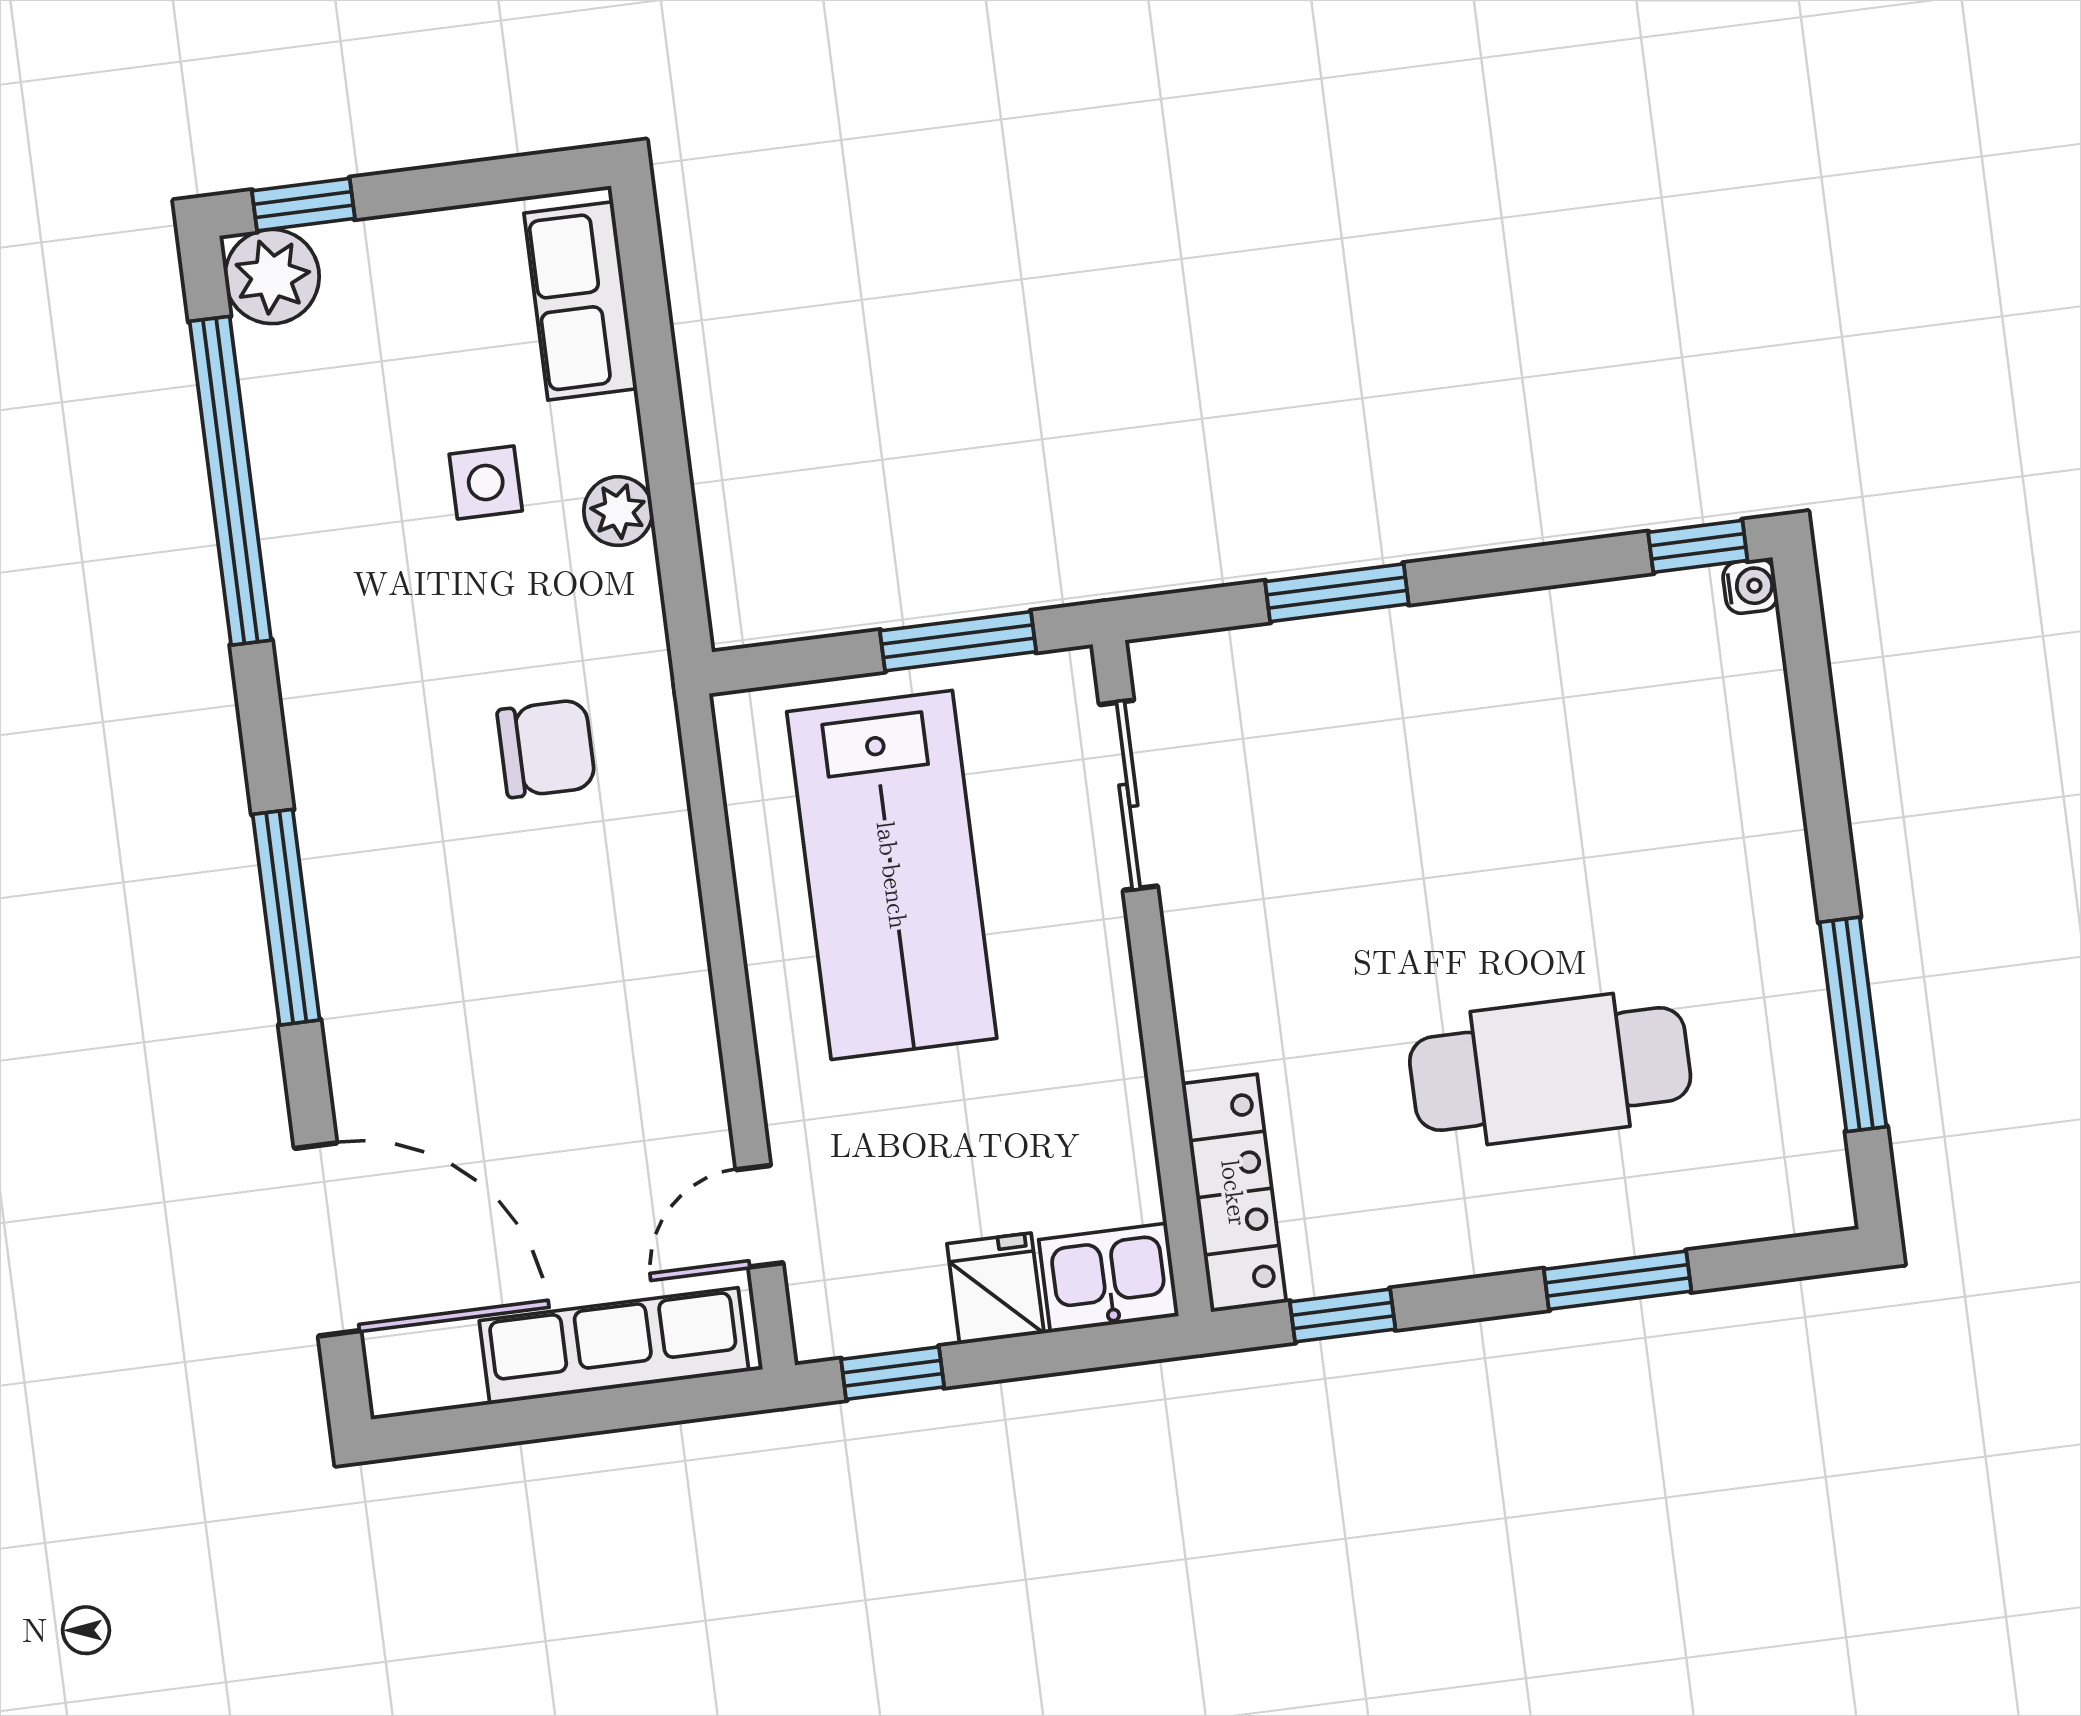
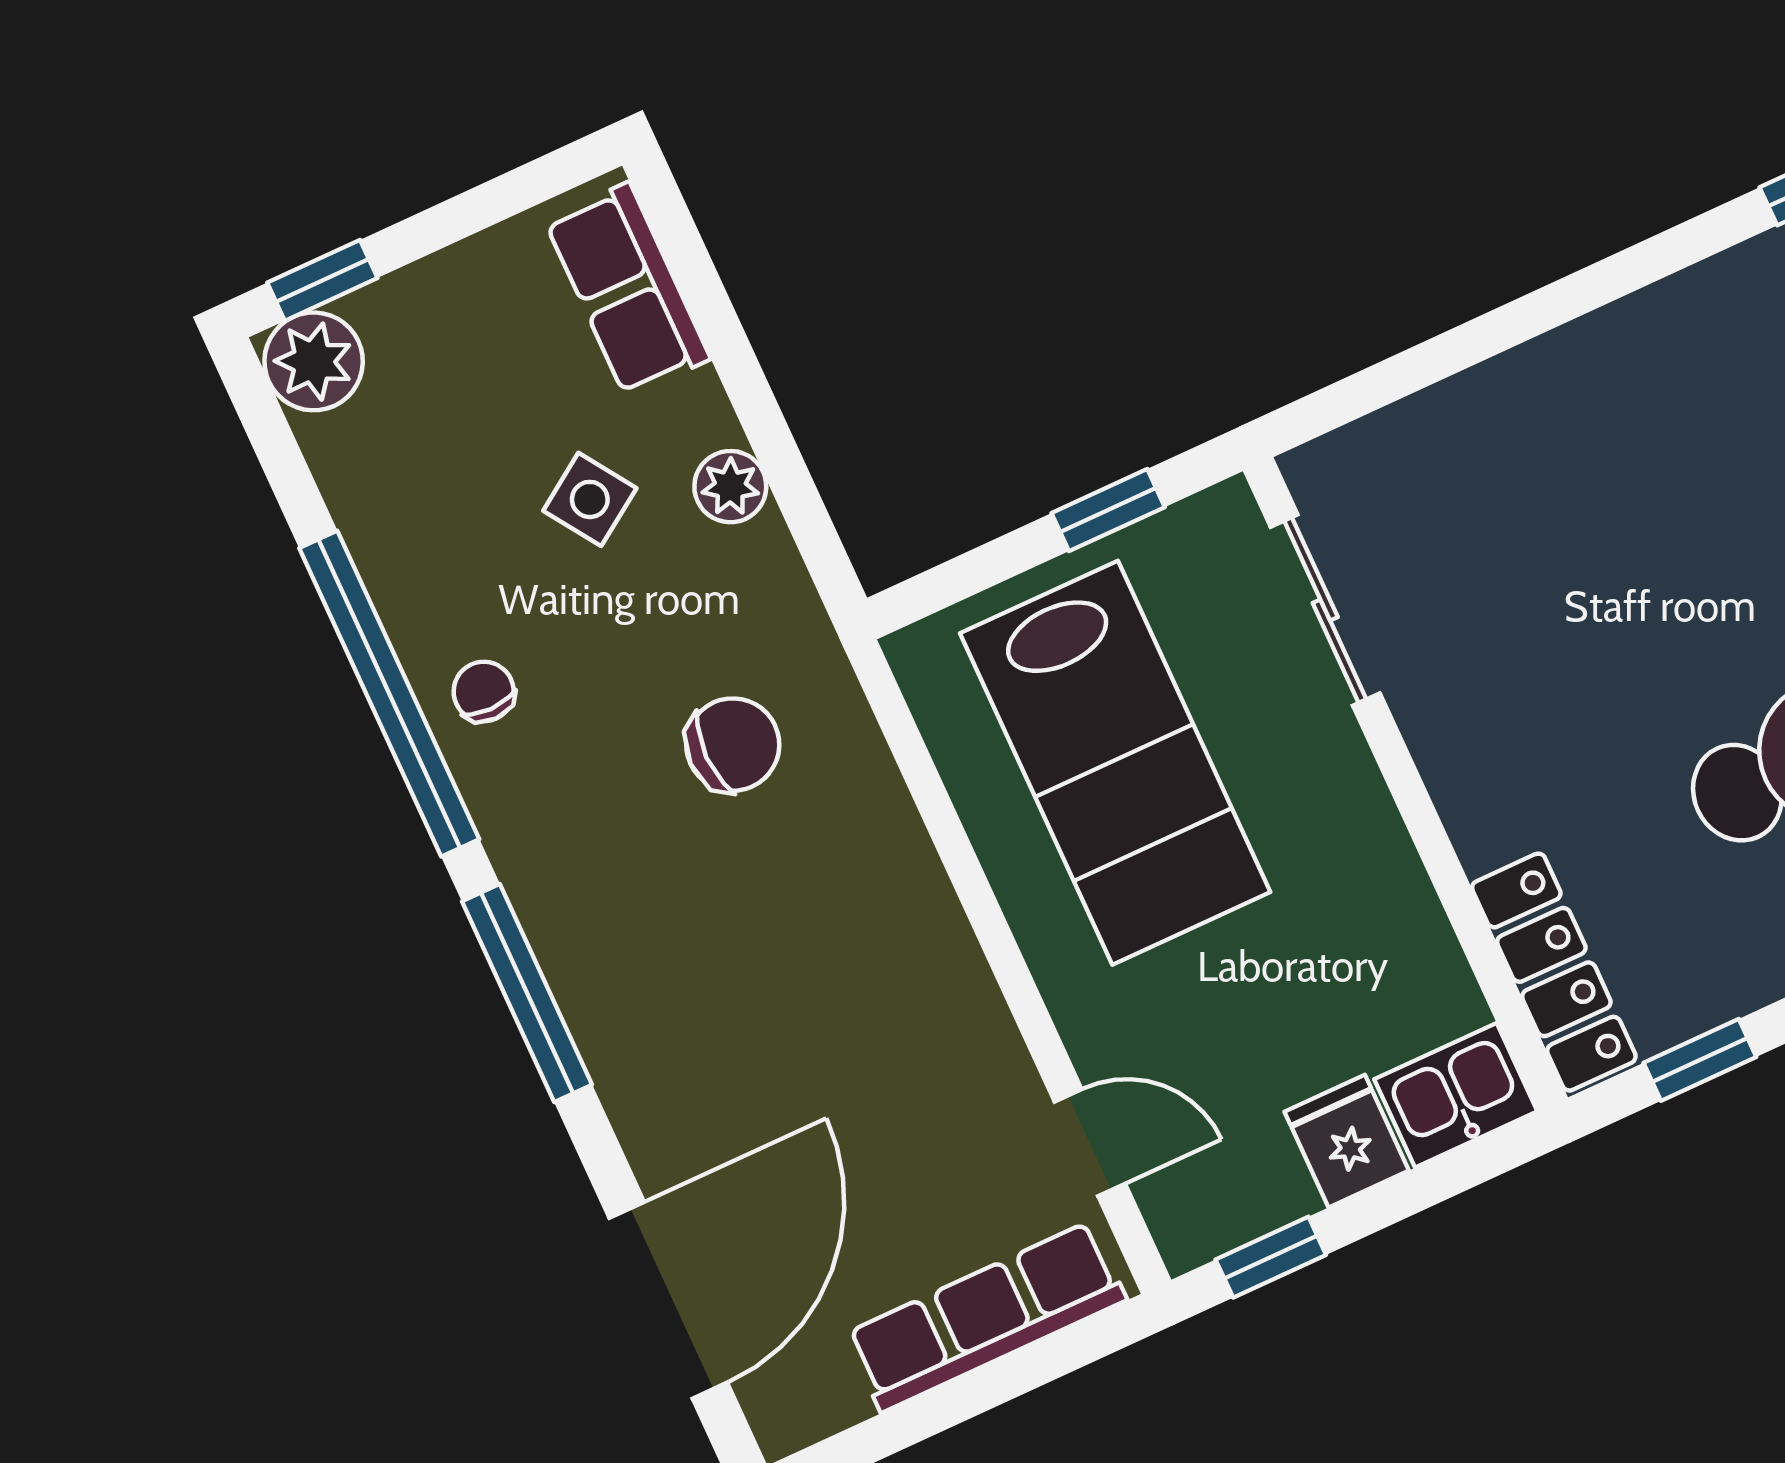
window: (230, 481) -> (389, 694), moved
side table: (486, 483) -> (590, 499), turned -34
window: (1337, 593) -> (1469, 344), removed
chair: (333, 628) -> (484, 692), added
window: (958, 641) -> (1108, 510), width x0.67
door: (760, 1216) -> (1090, 1143), swing flipped
door: (328, 1240) -> (668, 1300), hinge flipped

